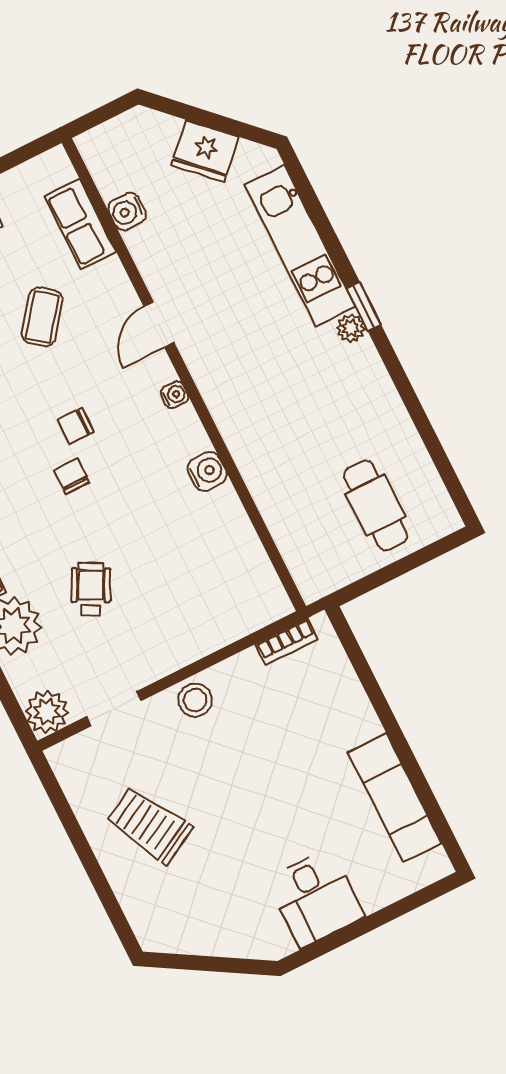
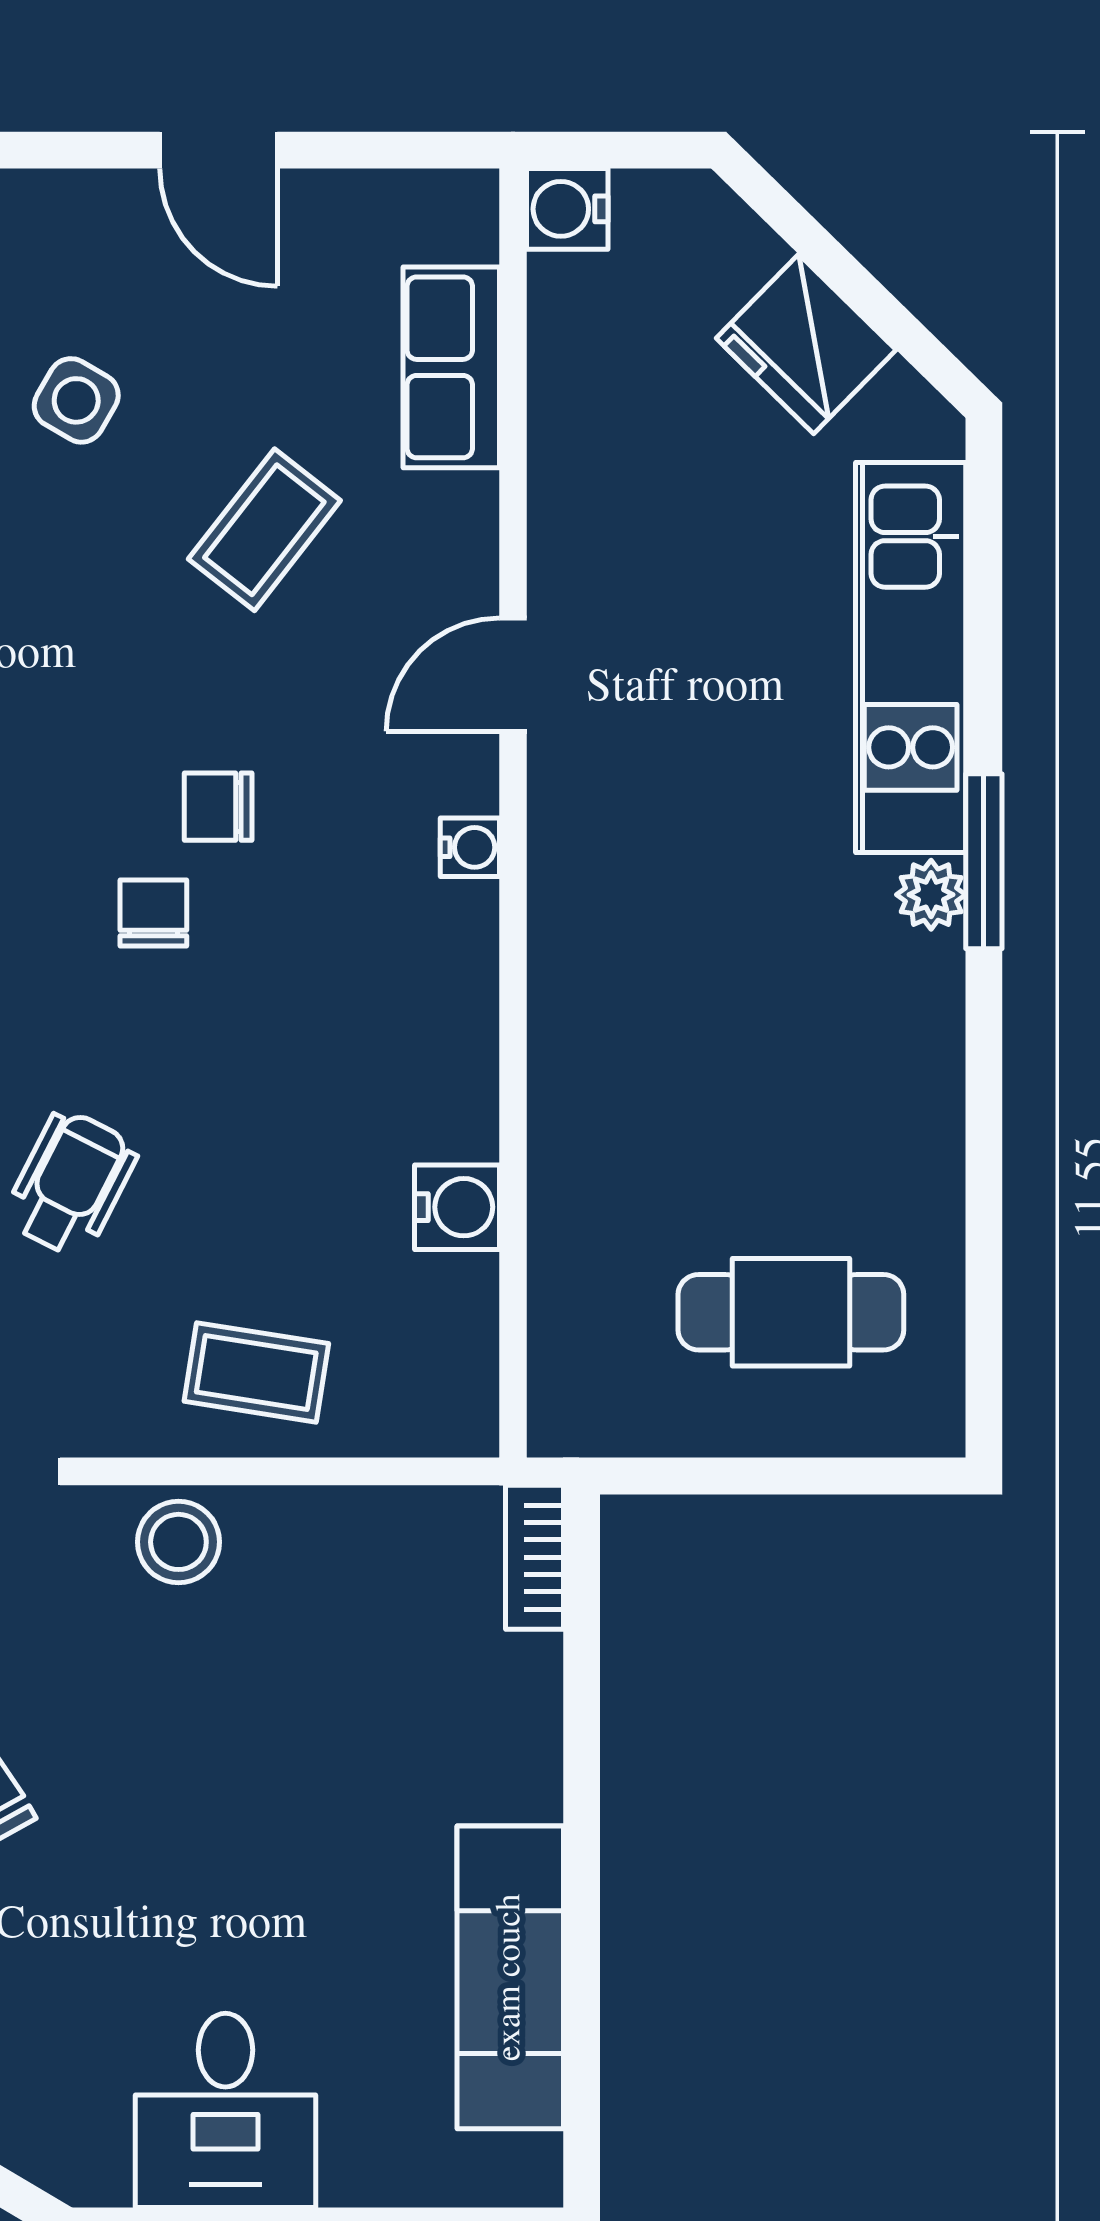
water cooler: (127, 212) -> (567, 209), moved
window: (364, 306) -> (984, 861), width x1.50
water cooler: (207, 471) -> (457, 1207), moved
cafe table: (376, 505) -> (791, 1312), turned 90
coffee table: (192, 624) -> (256, 1372), added
bookcase: (287, 642) -> (534, 1557), moved, turned 90

